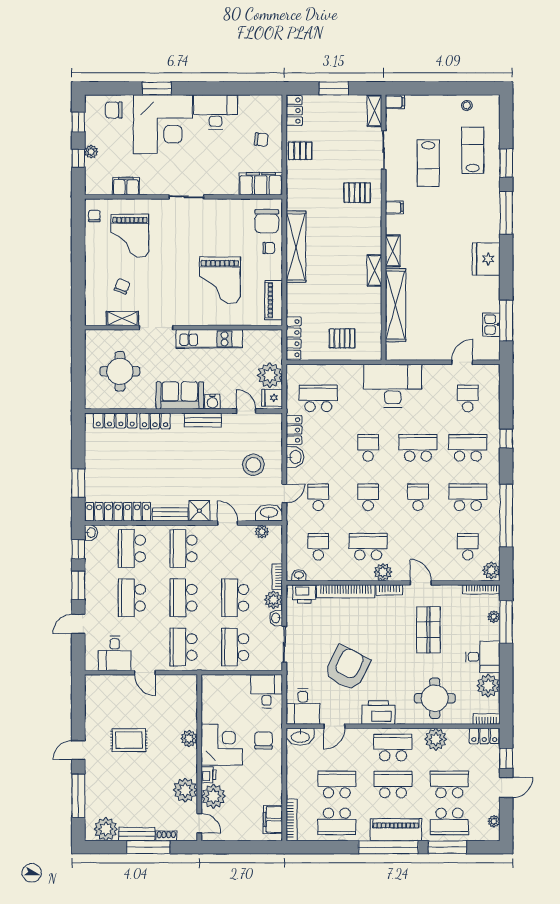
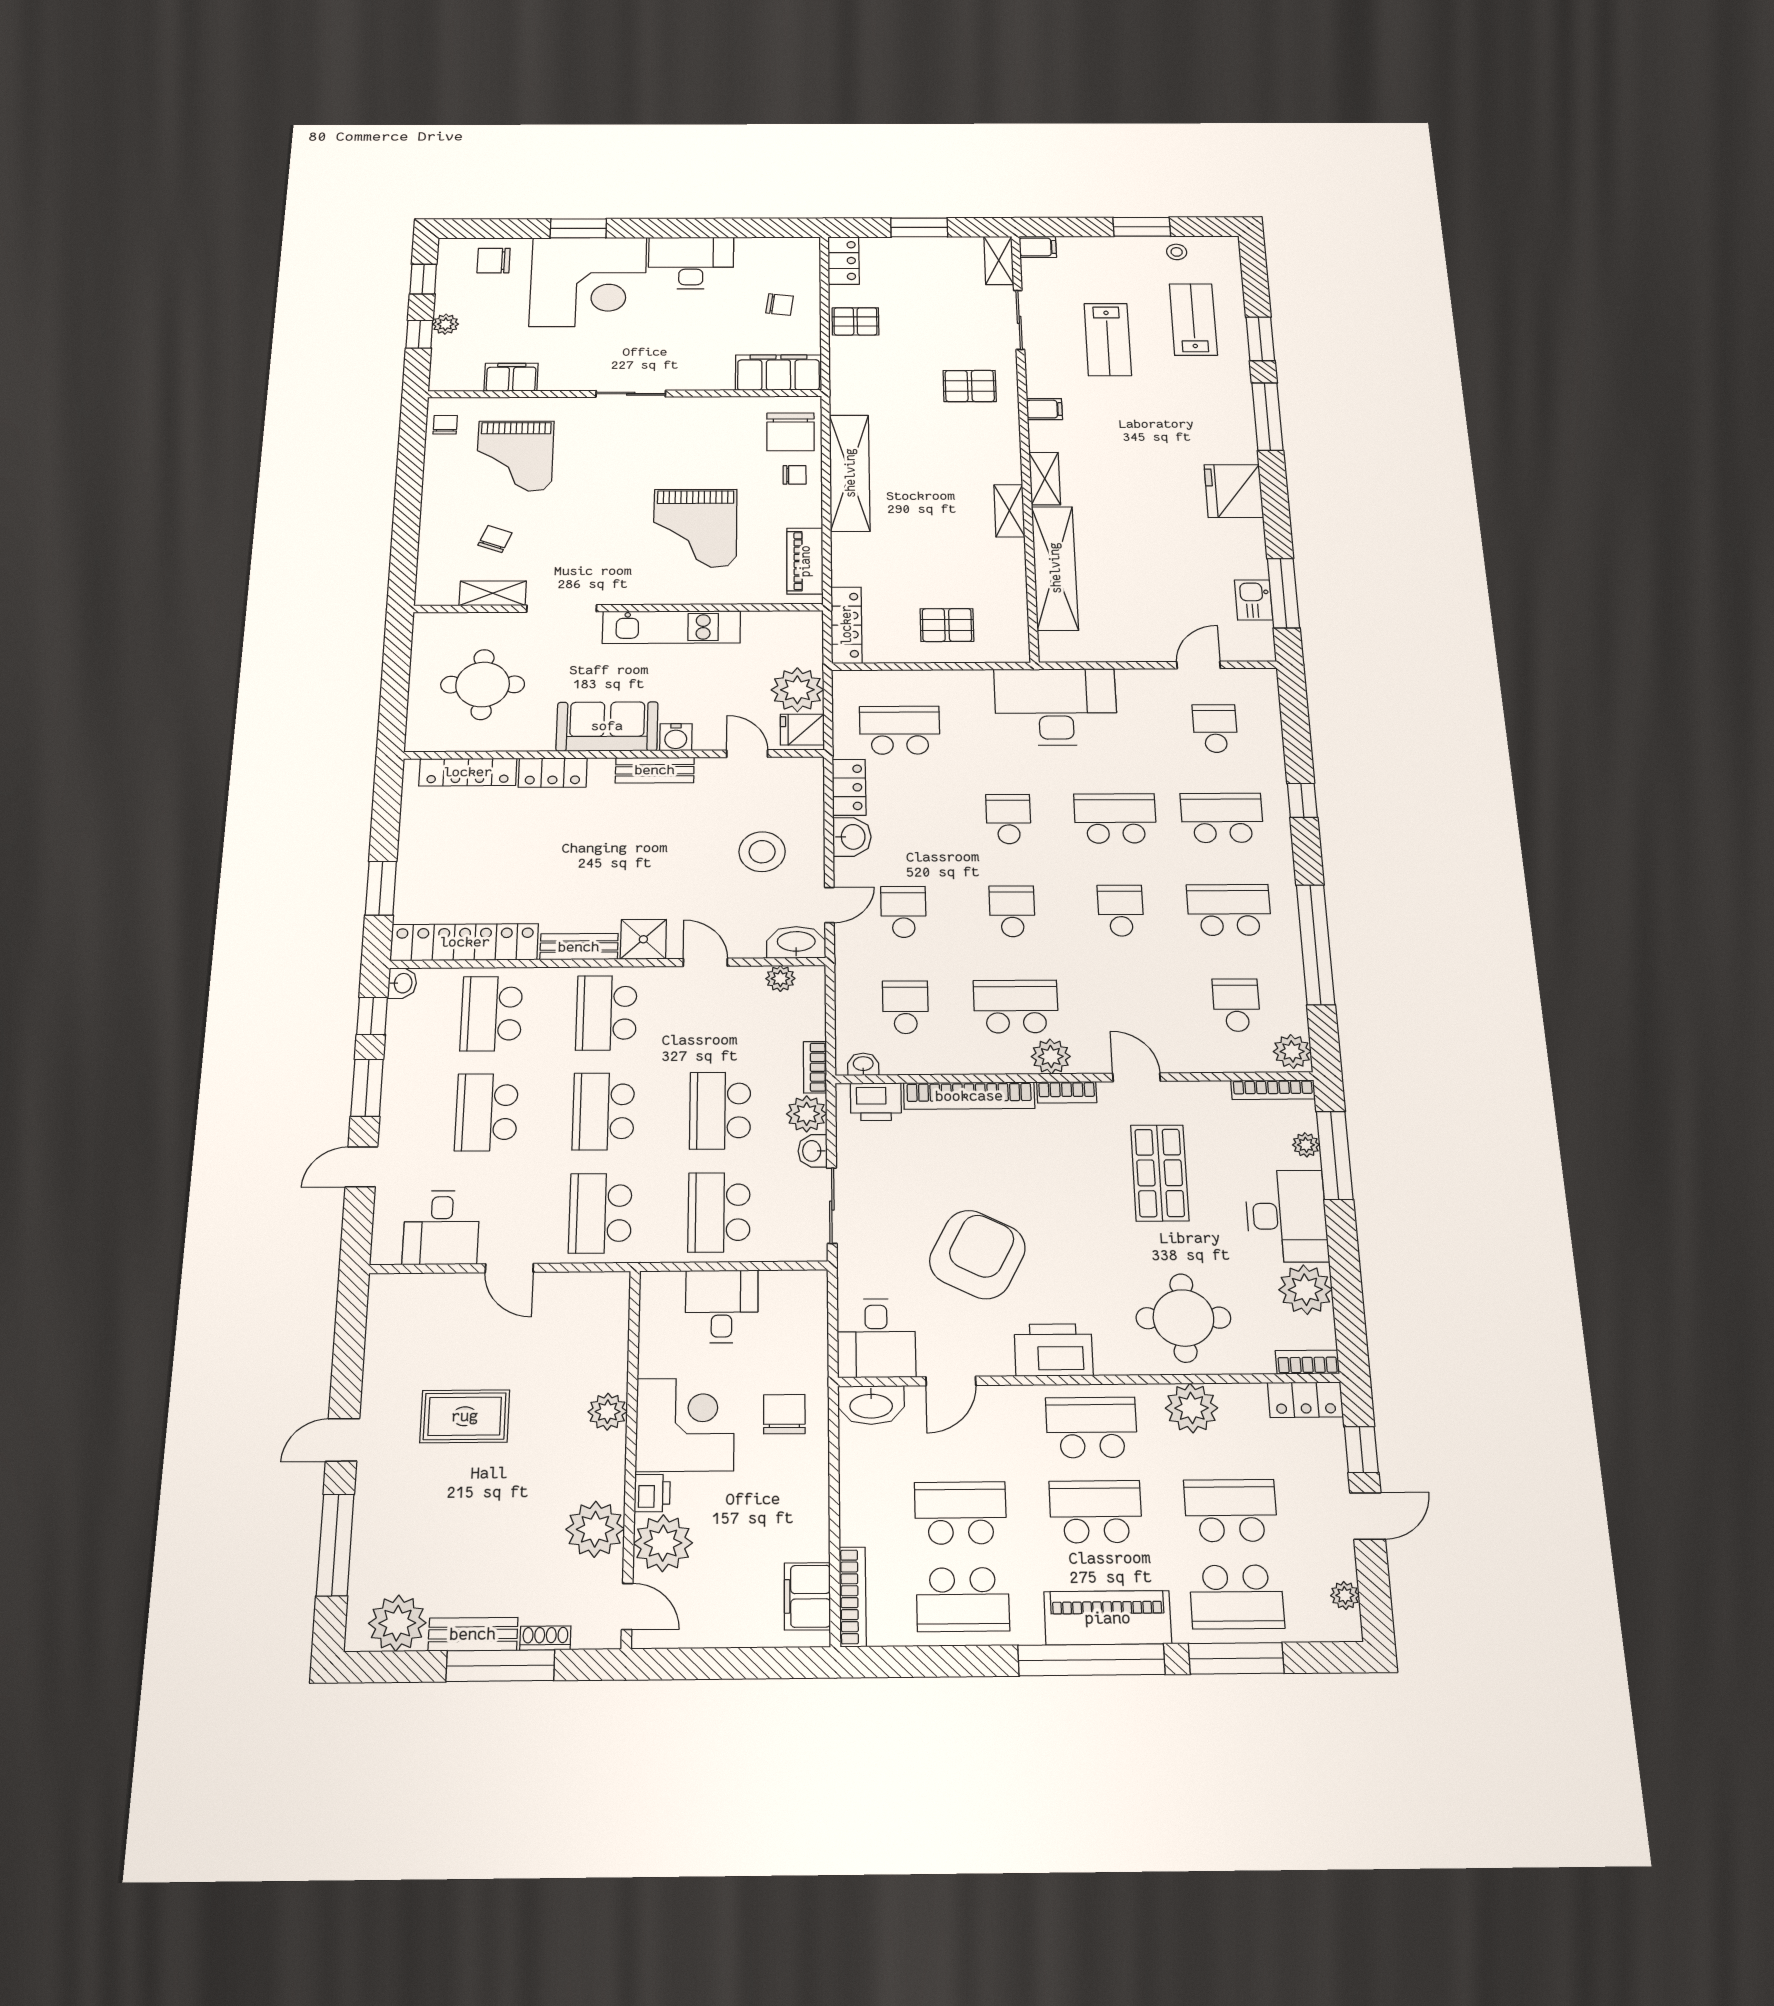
window: (450, 88) -> (1142, 227), added
desk: (483, 657) -> (1287, 1216), width x1.37
desk: (267, 691) -> (722, 1306), moved

